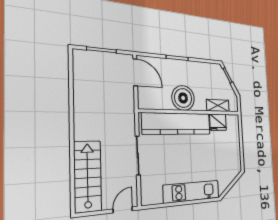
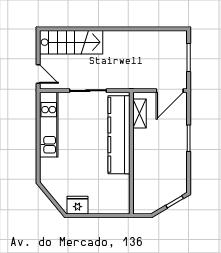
boiler: (183, 98) -> (146, 143), removed
shelving: (218, 105) -> (140, 114), moved
fridge: (218, 122) -> (77, 205), moved, turned 90
kitchen unit: (192, 192) -> (49, 125), moved

